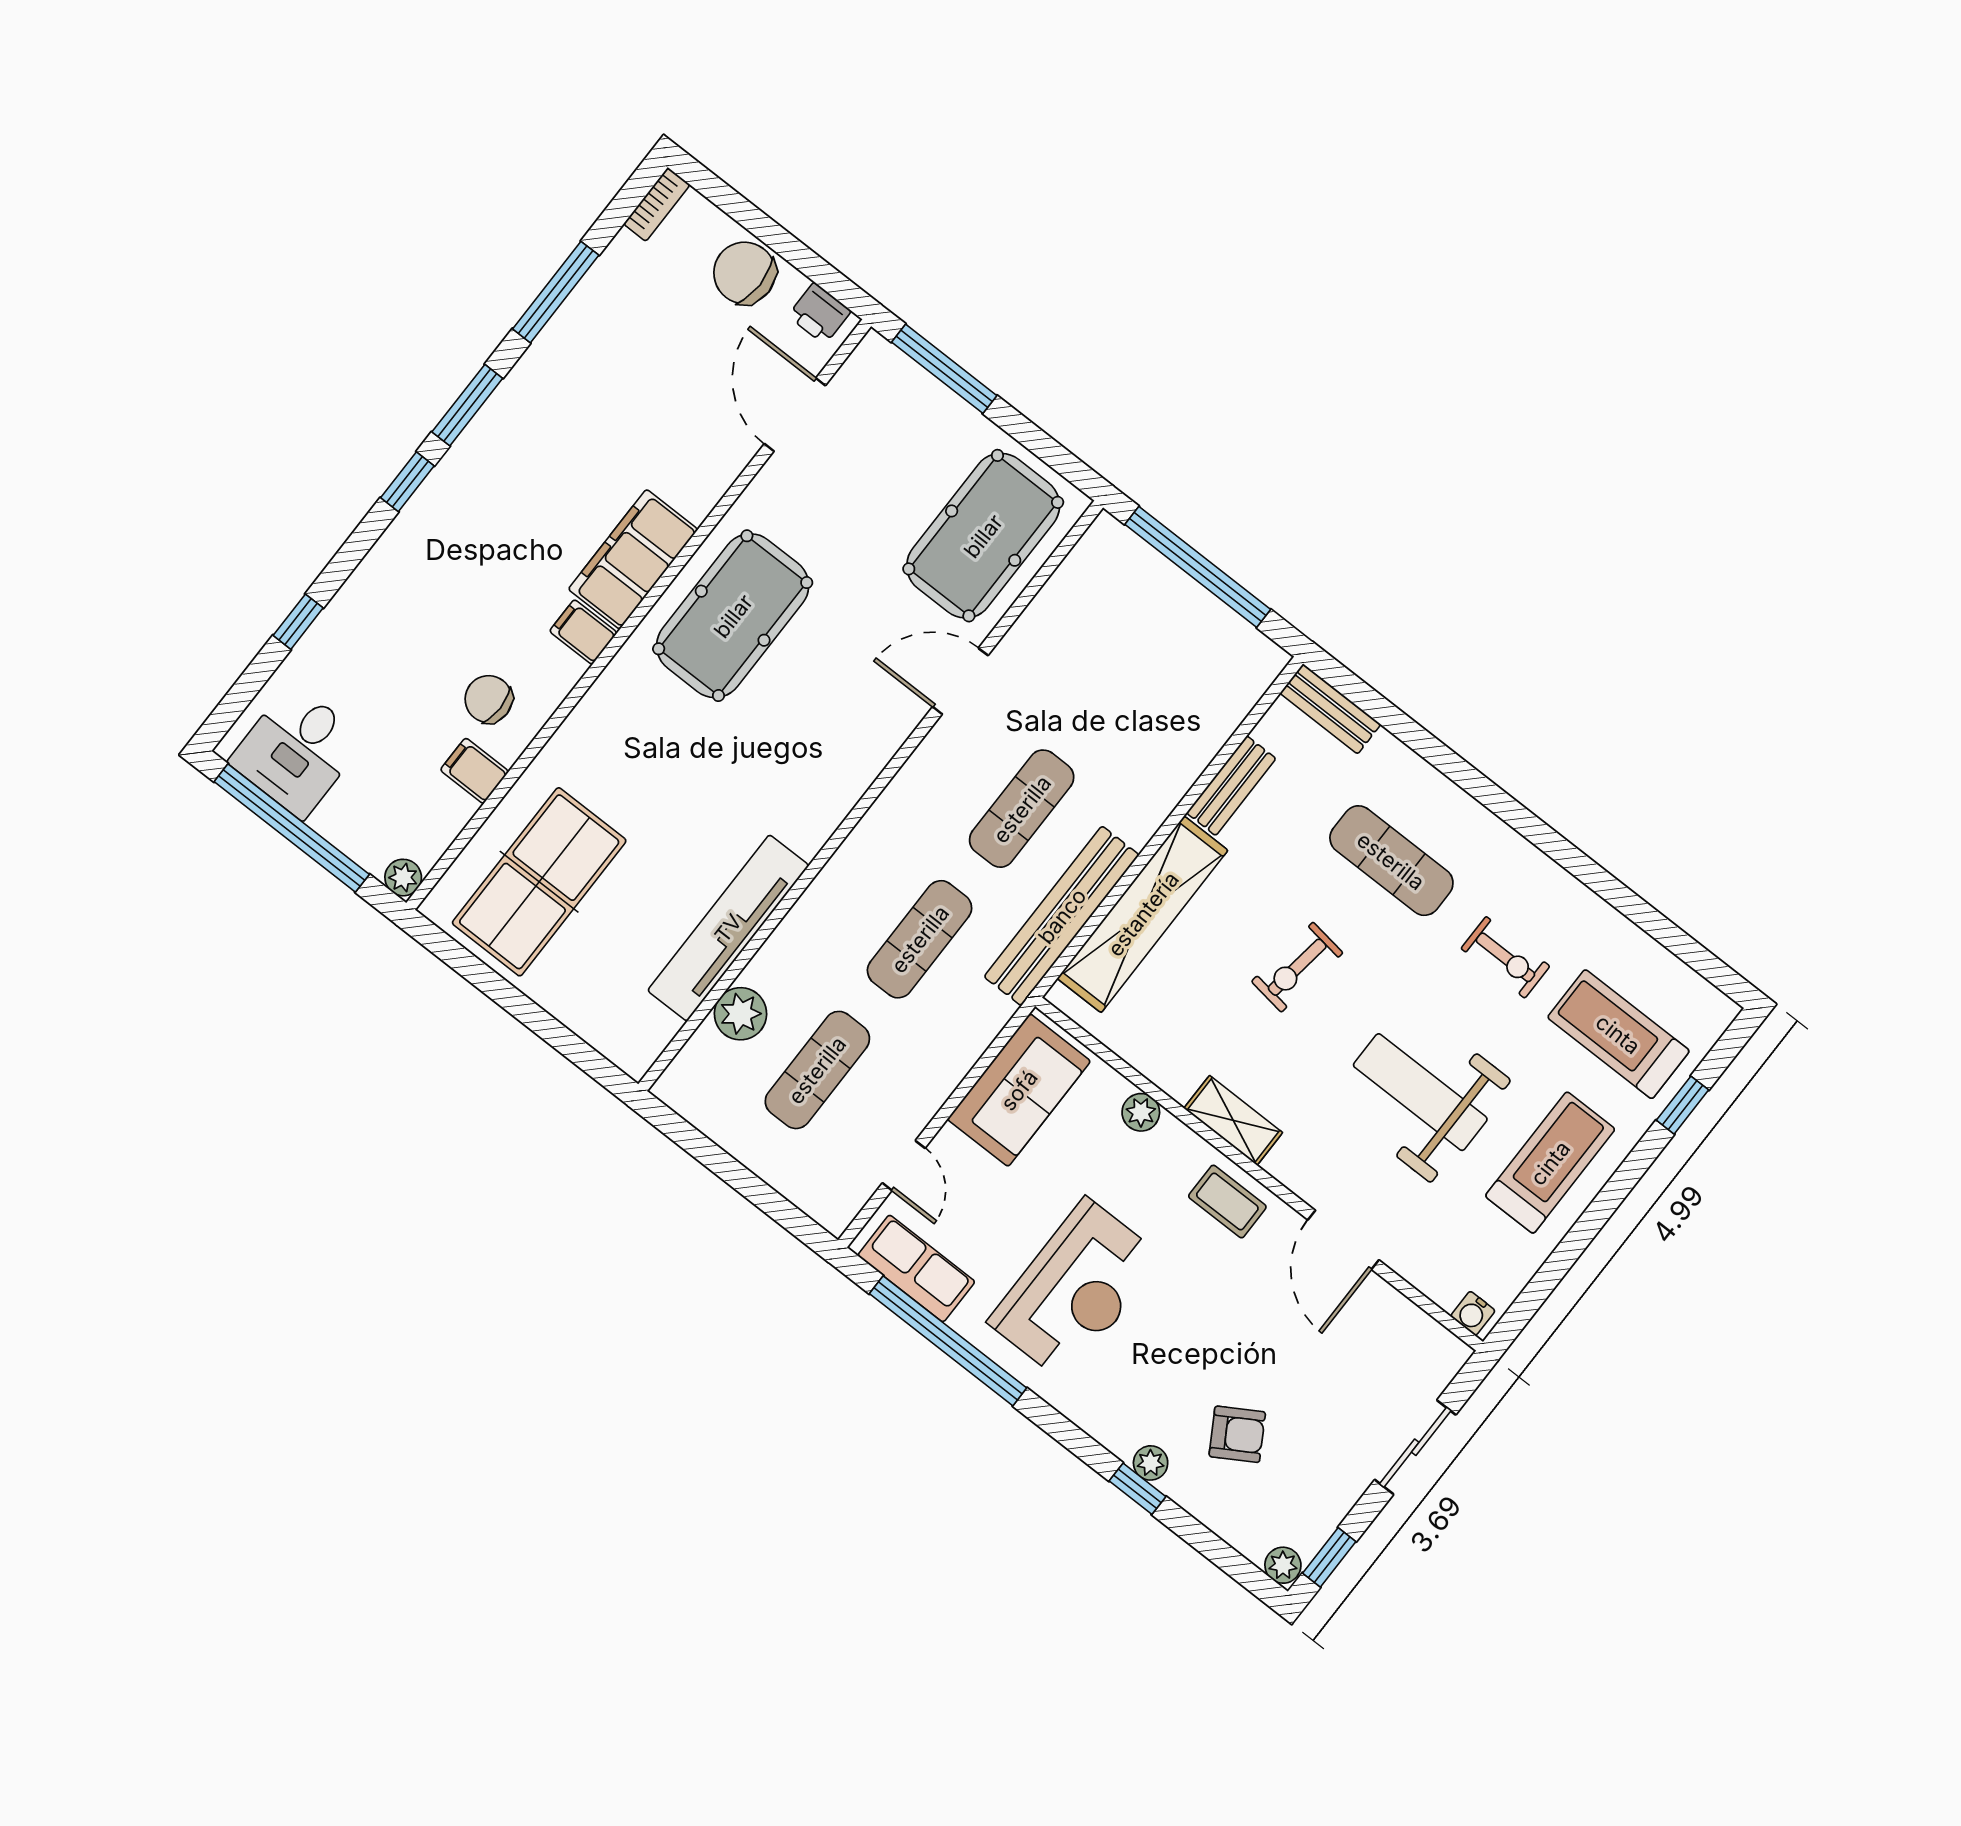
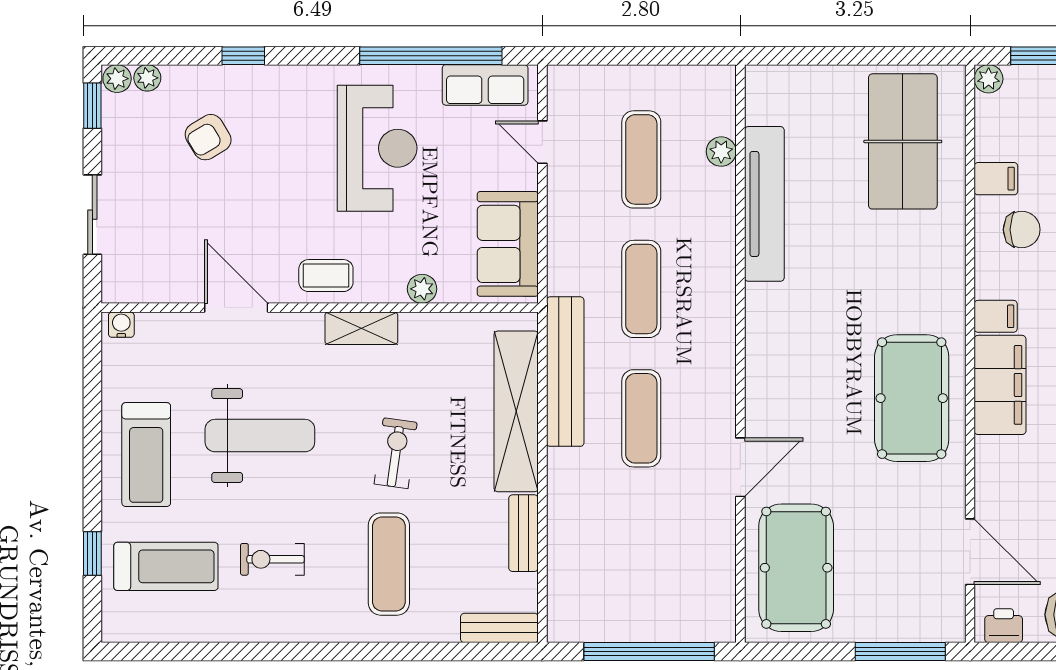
exercise mat: (1391, 861) -> (389, 564), turned 90
plant: (741, 1014) -> (721, 152), width x0.73, depth x0.73
reception desk: (1075, 1290) -> (377, 148), turned 180
plant: (1151, 1463) -> (147, 78), moved

